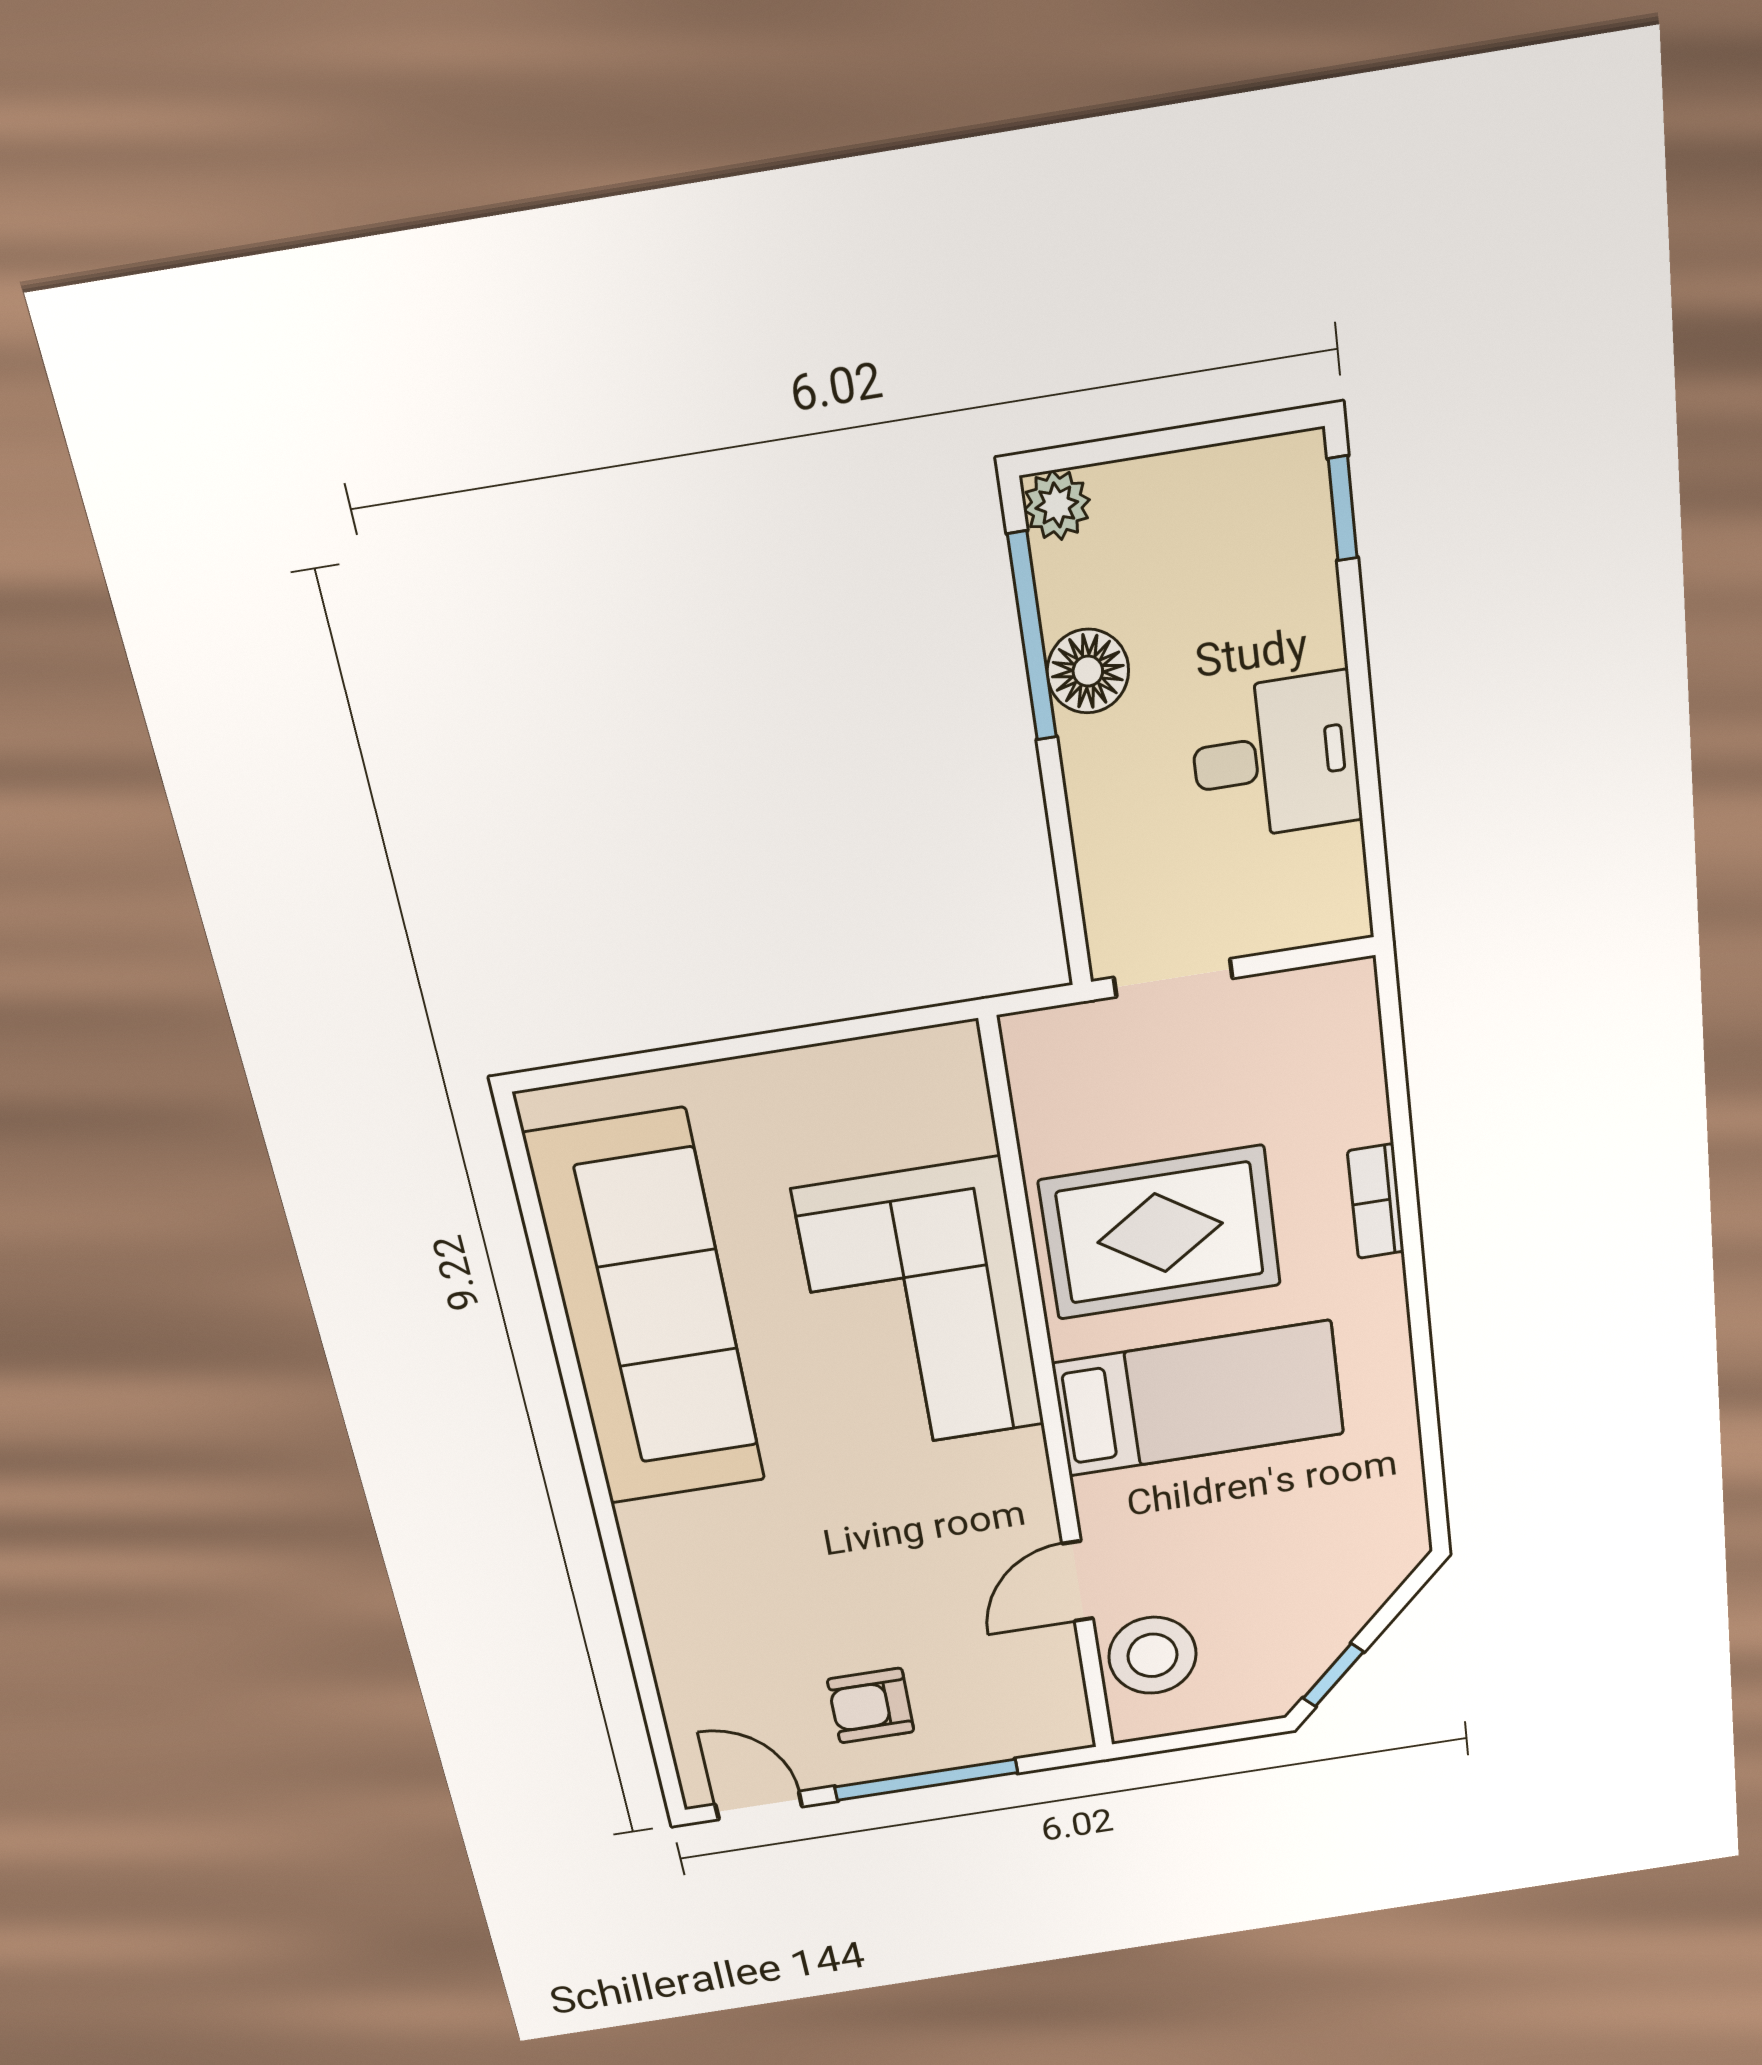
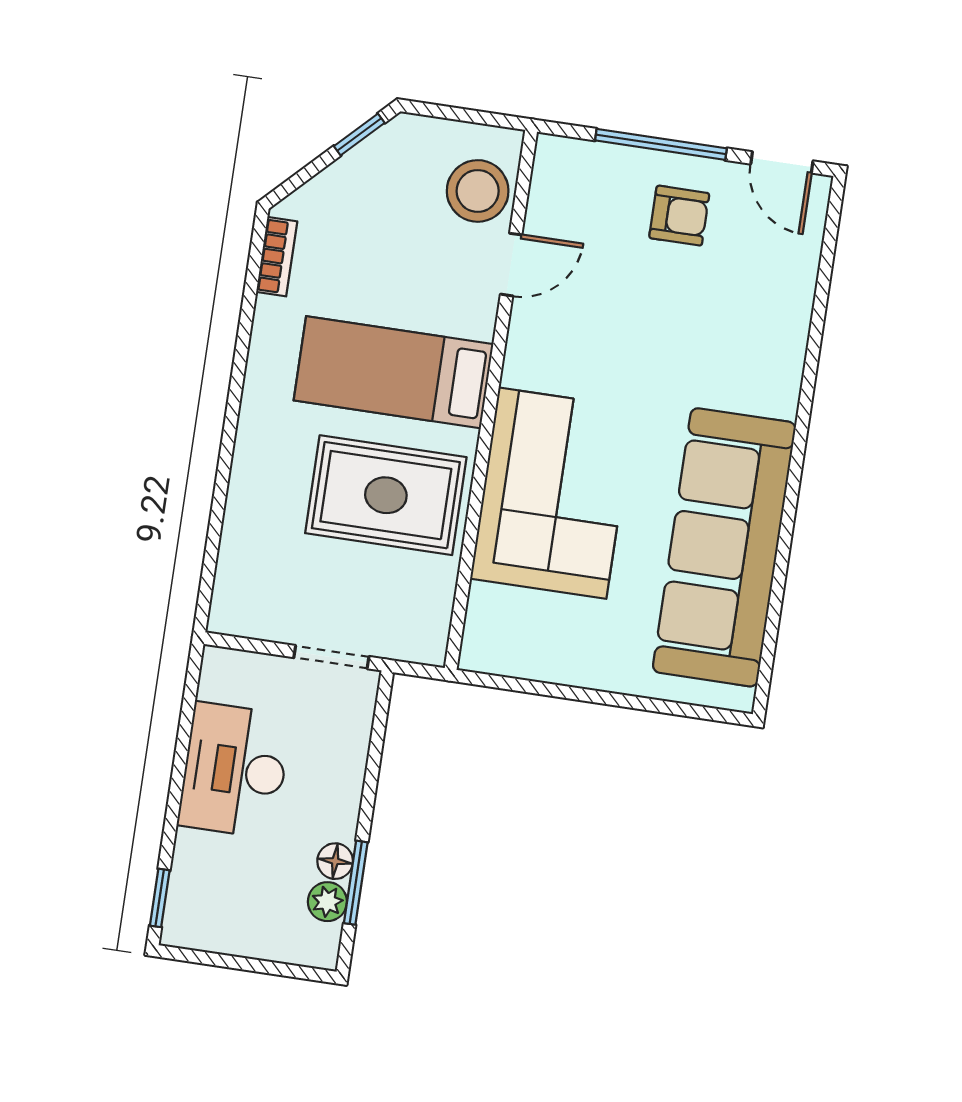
plant: (1057, 505) -> (327, 902), moved
window: (1032, 637) -> (356, 883), width x0.69
floor lamp: (1088, 671) -> (335, 861), width x0.73, depth x0.73
desk: (1275, 757) -> (235, 770), width x1.37
bookcase: (1376, 1201) -> (277, 257), moved

